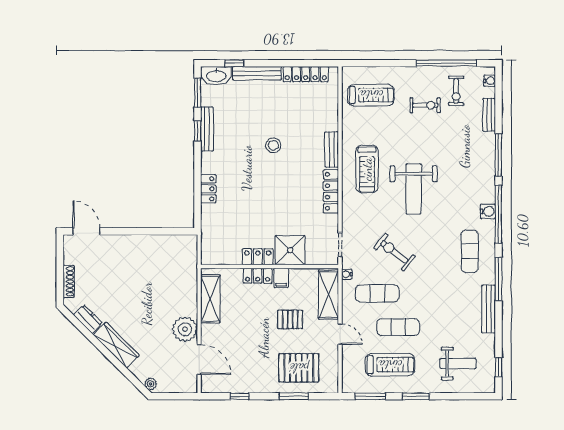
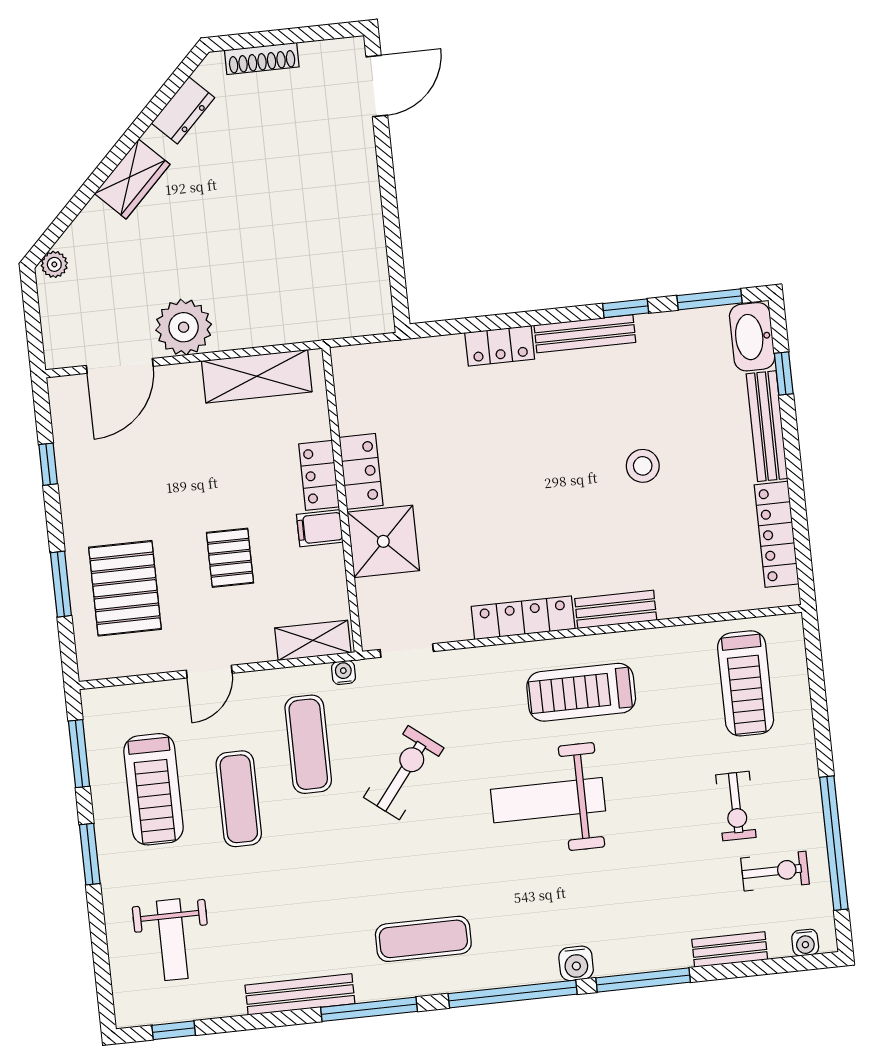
exercise bike: (456, 91) -> (775, 871), turned 180
bench: (207, 129) -> (585, 334), moved
stool: (273, 145) -> (643, 466), moved
water cooler: (488, 211) -> (576, 963), moved
shelving: (329, 295) -> (313, 640), width x0.67, depth x0.75
wardrobe: (116, 345) -> (132, 179), width x0.67

